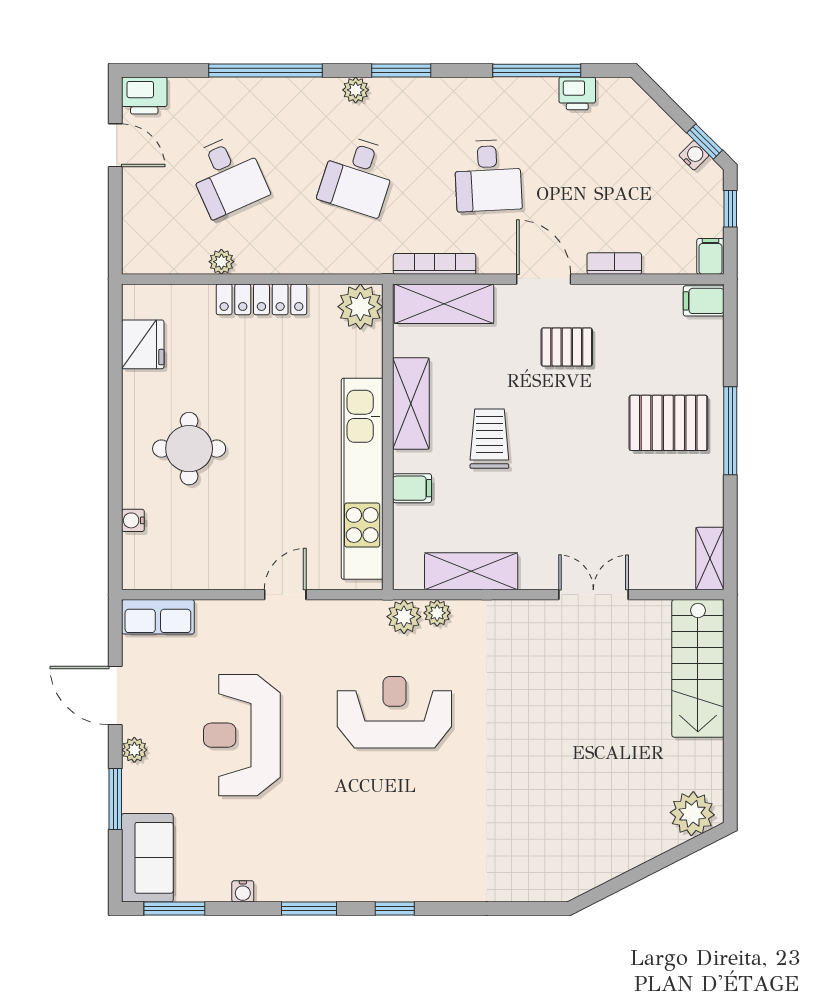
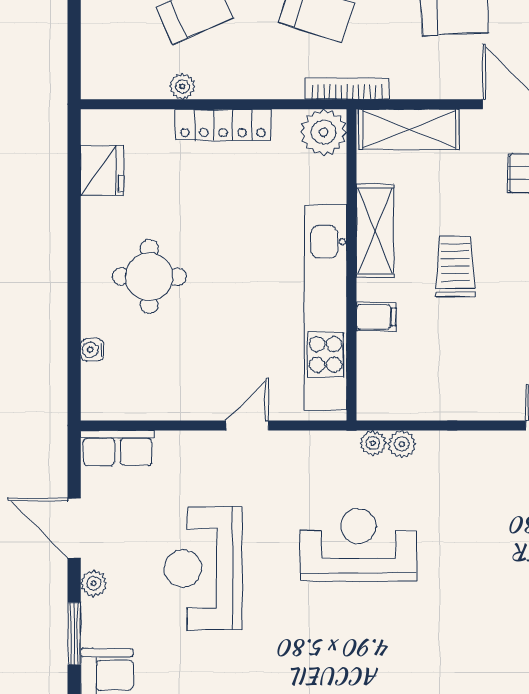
bookcase: (435, 264) -> (347, 89), moved
shelving: (471, 571) -> (437, 402), removed
plant: (404, 617) -> (373, 443), width x0.73, depth x0.73

